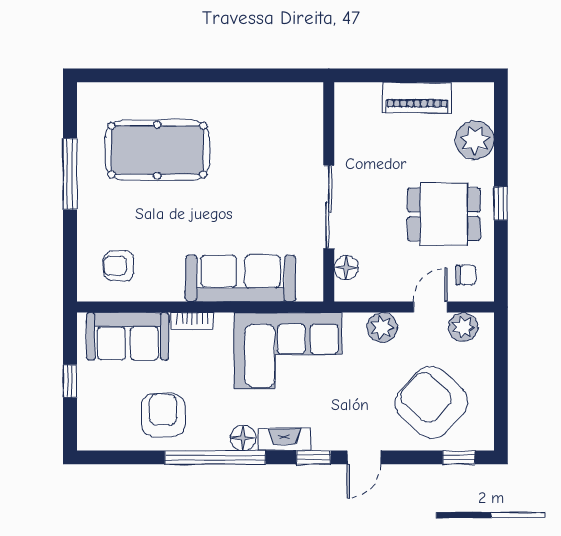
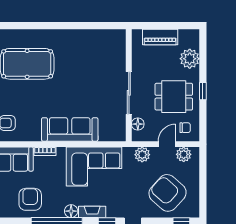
wall: (329, 192) -> (129, 85), moved
sliding door: (329, 207) -> (129, 93), moved
floor lamp: (346, 268) -> (138, 124), moved

